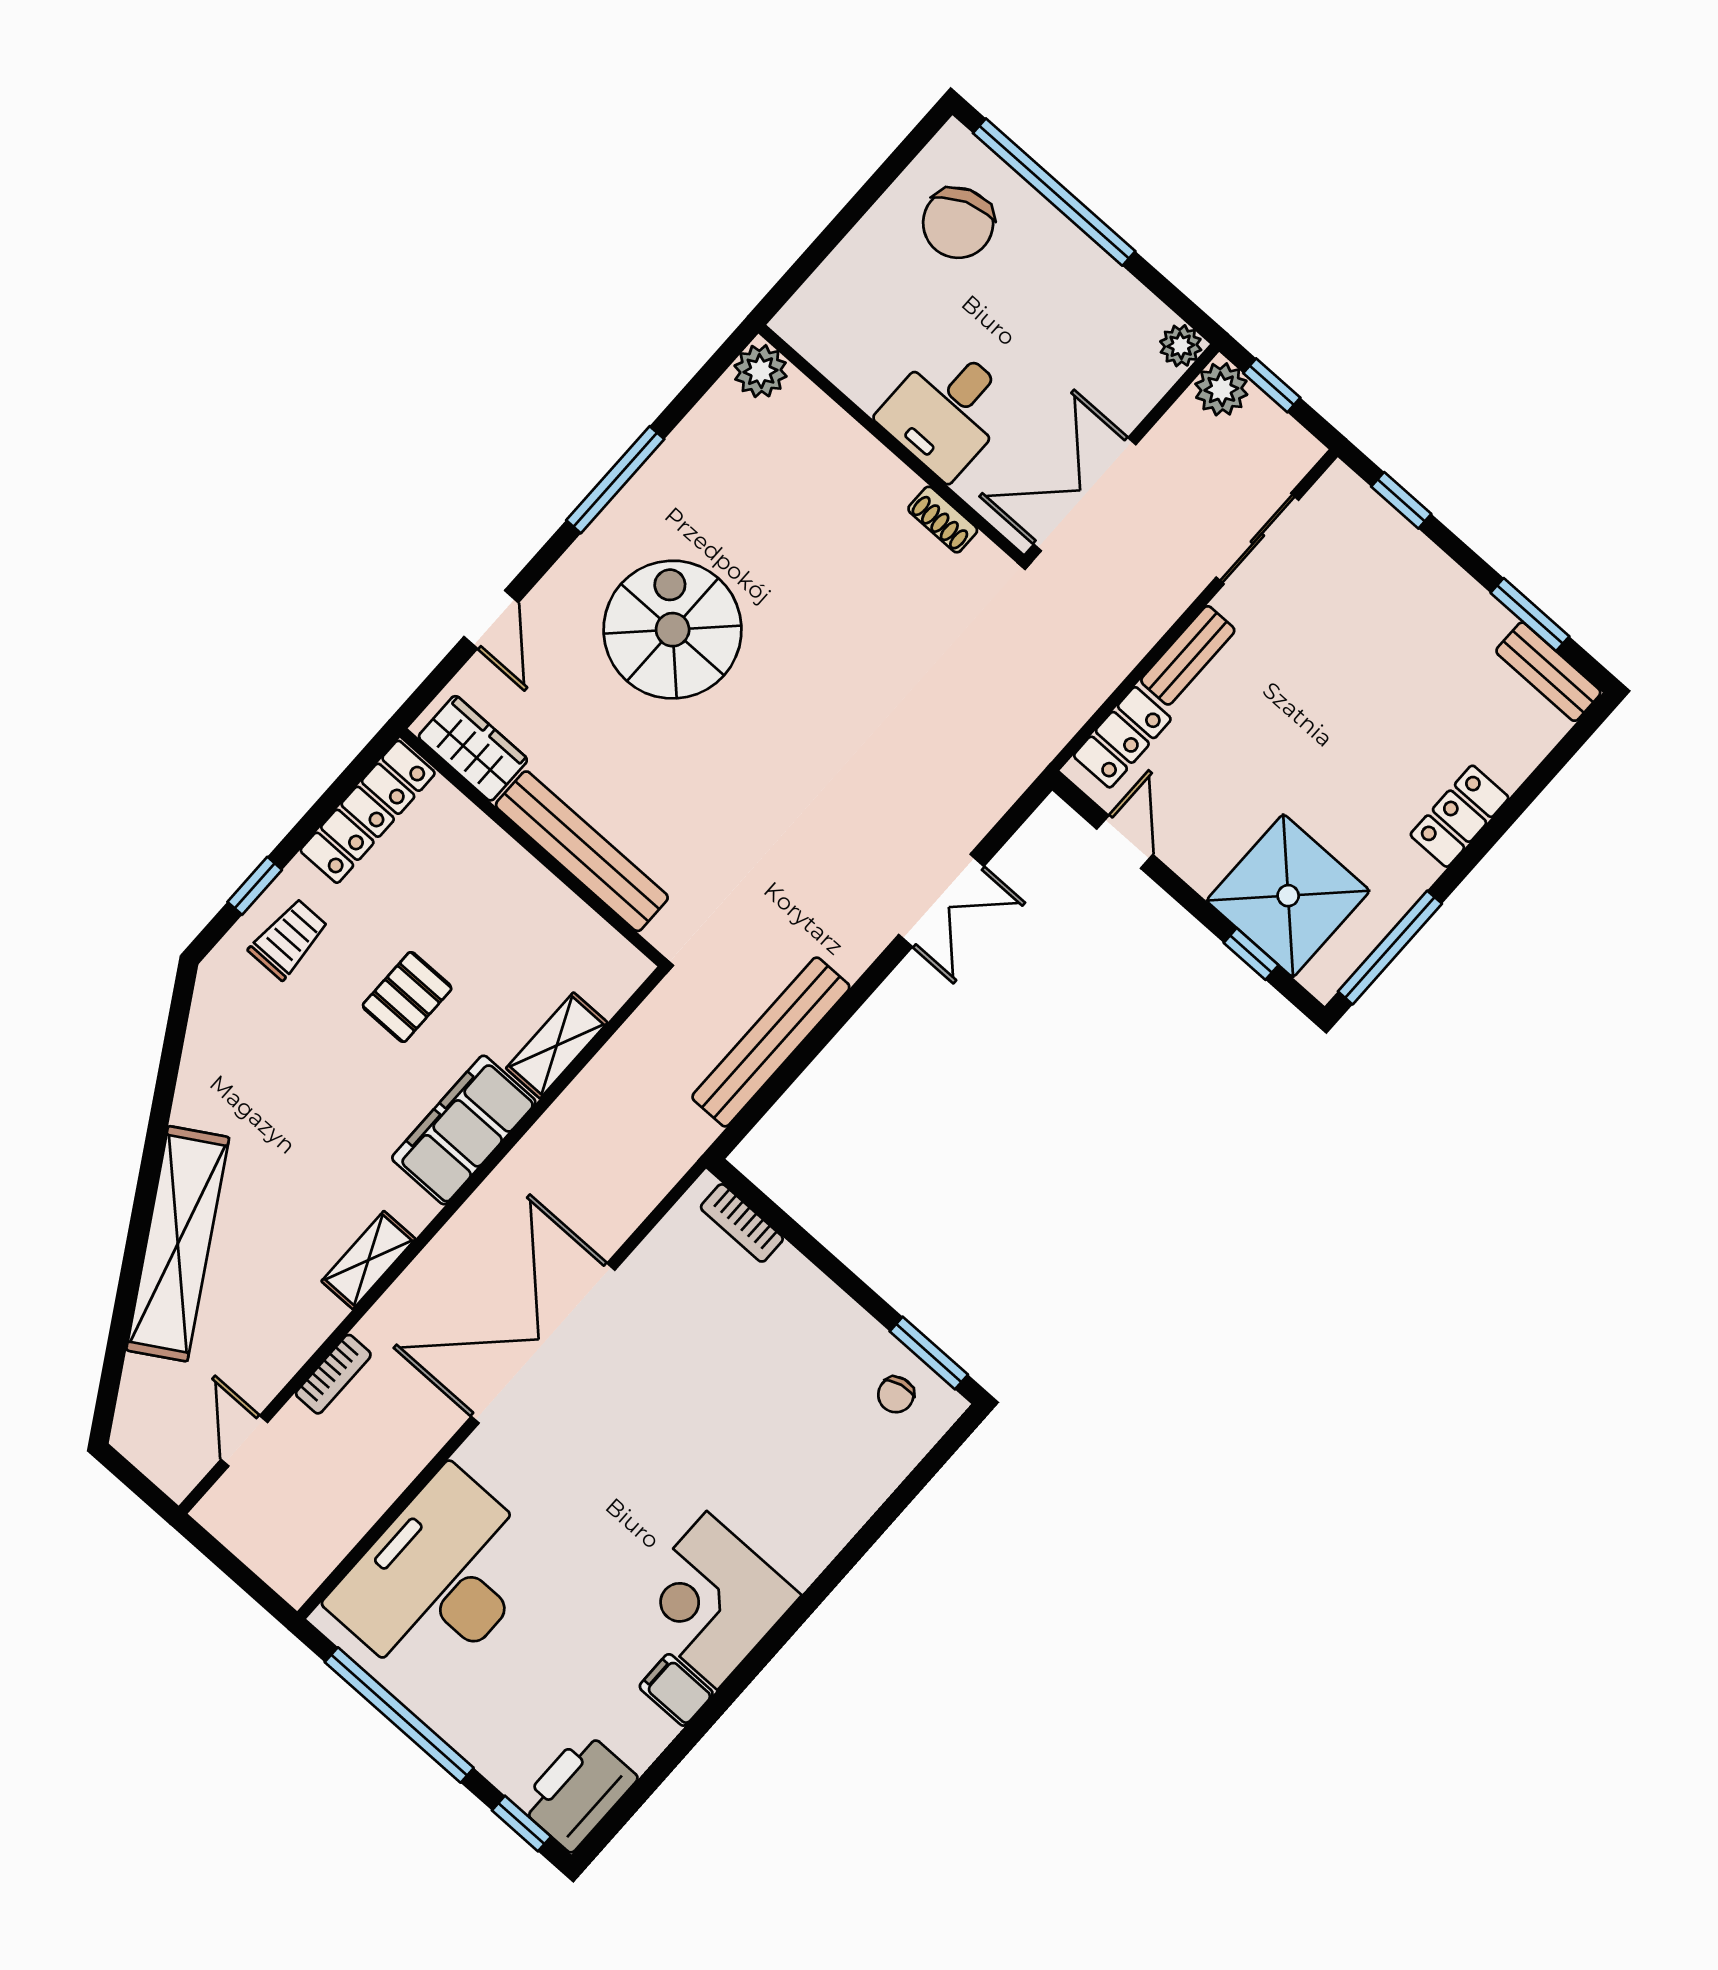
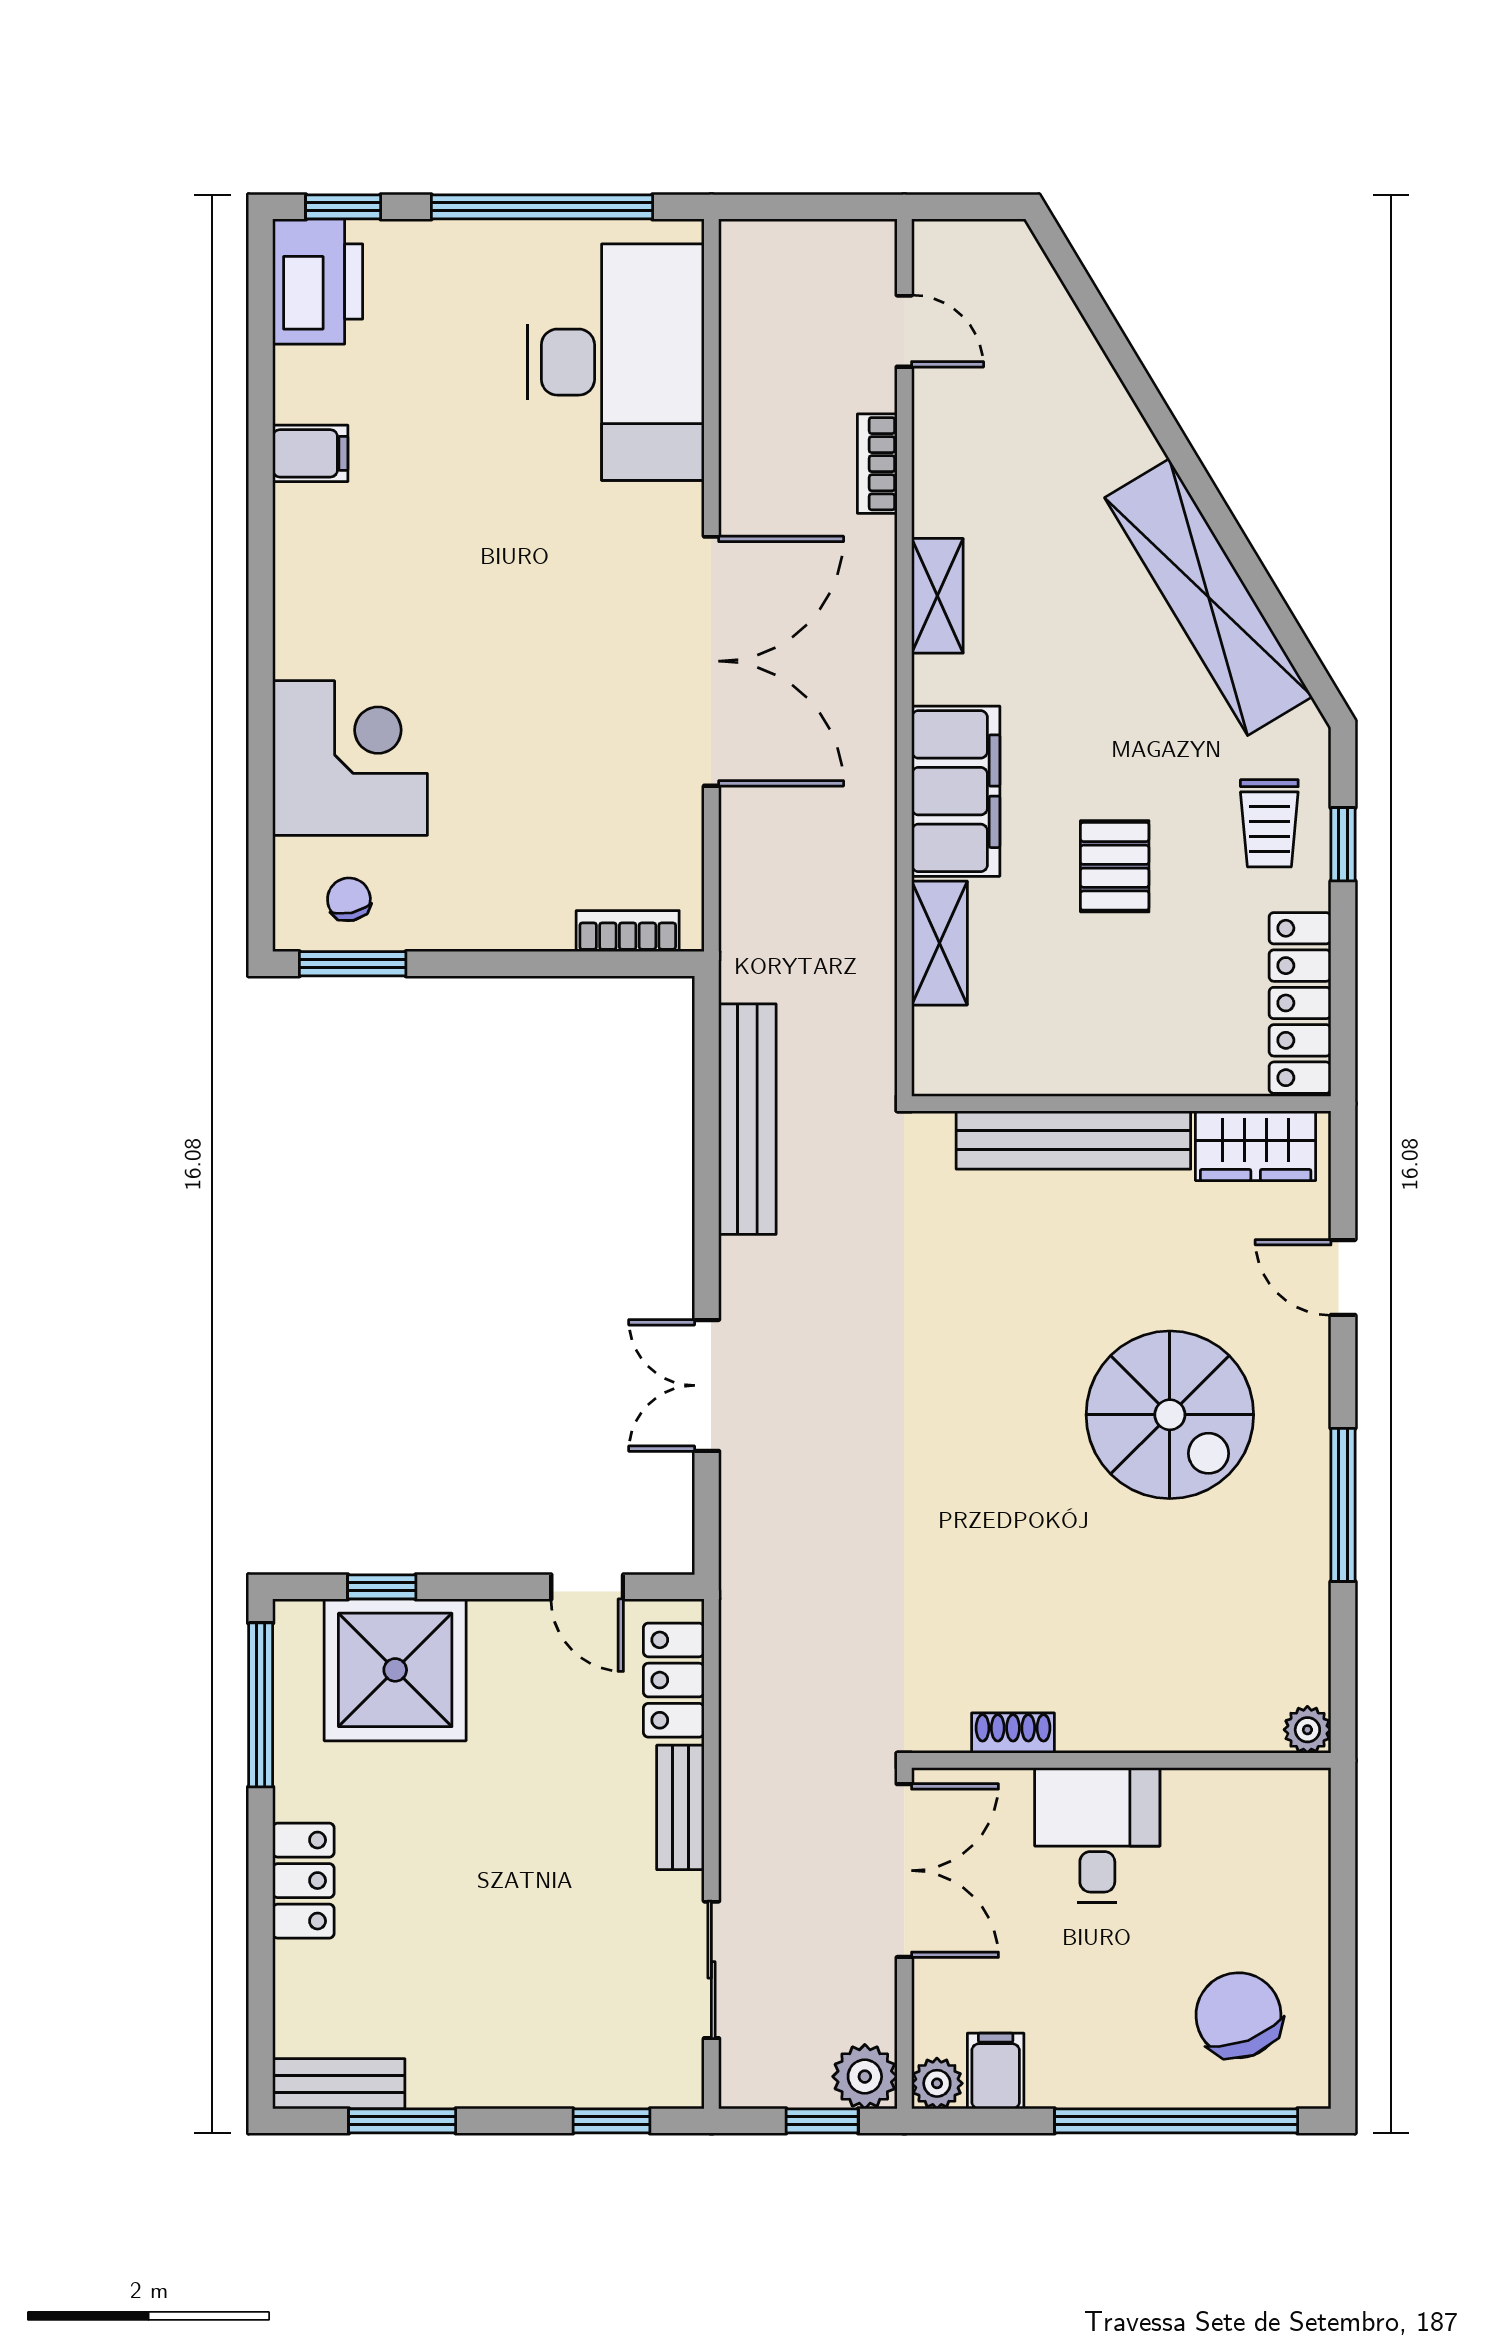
filing cabinet: (1138, 321) -> (996, 2071), added
plant: (760, 371) -> (1307, 1730), width x0.73, depth x0.73
shelving: (178, 1244) -> (1209, 597), moved
corner desk: (712, 1600) -> (350, 758), moved

